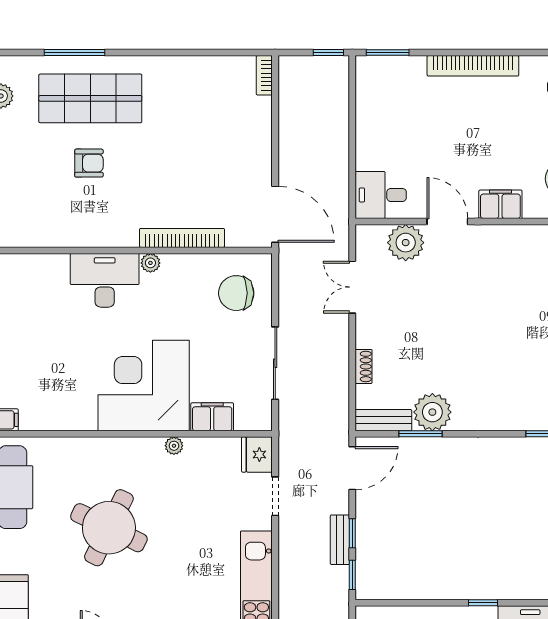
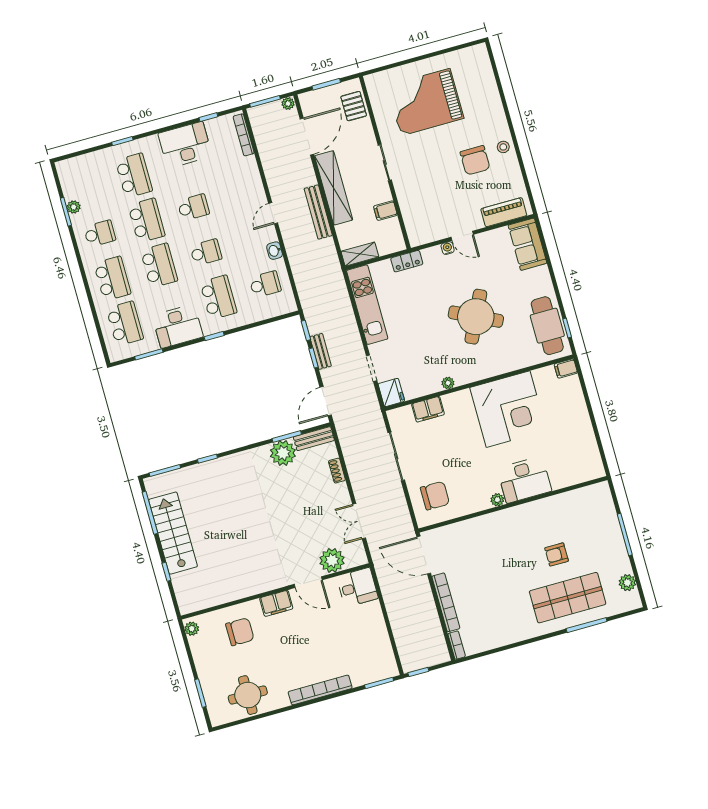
bookcase: (182, 238) -> (446, 602), moved, turned -90
double door: (352, 287) -> (359, 521), swing flipped
corner desk: (144, 385) -> (508, 409), moved

